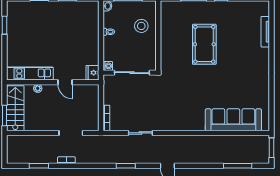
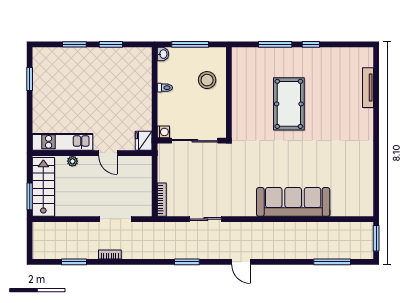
sofa: (233, 120) -> (293, 202), moved

